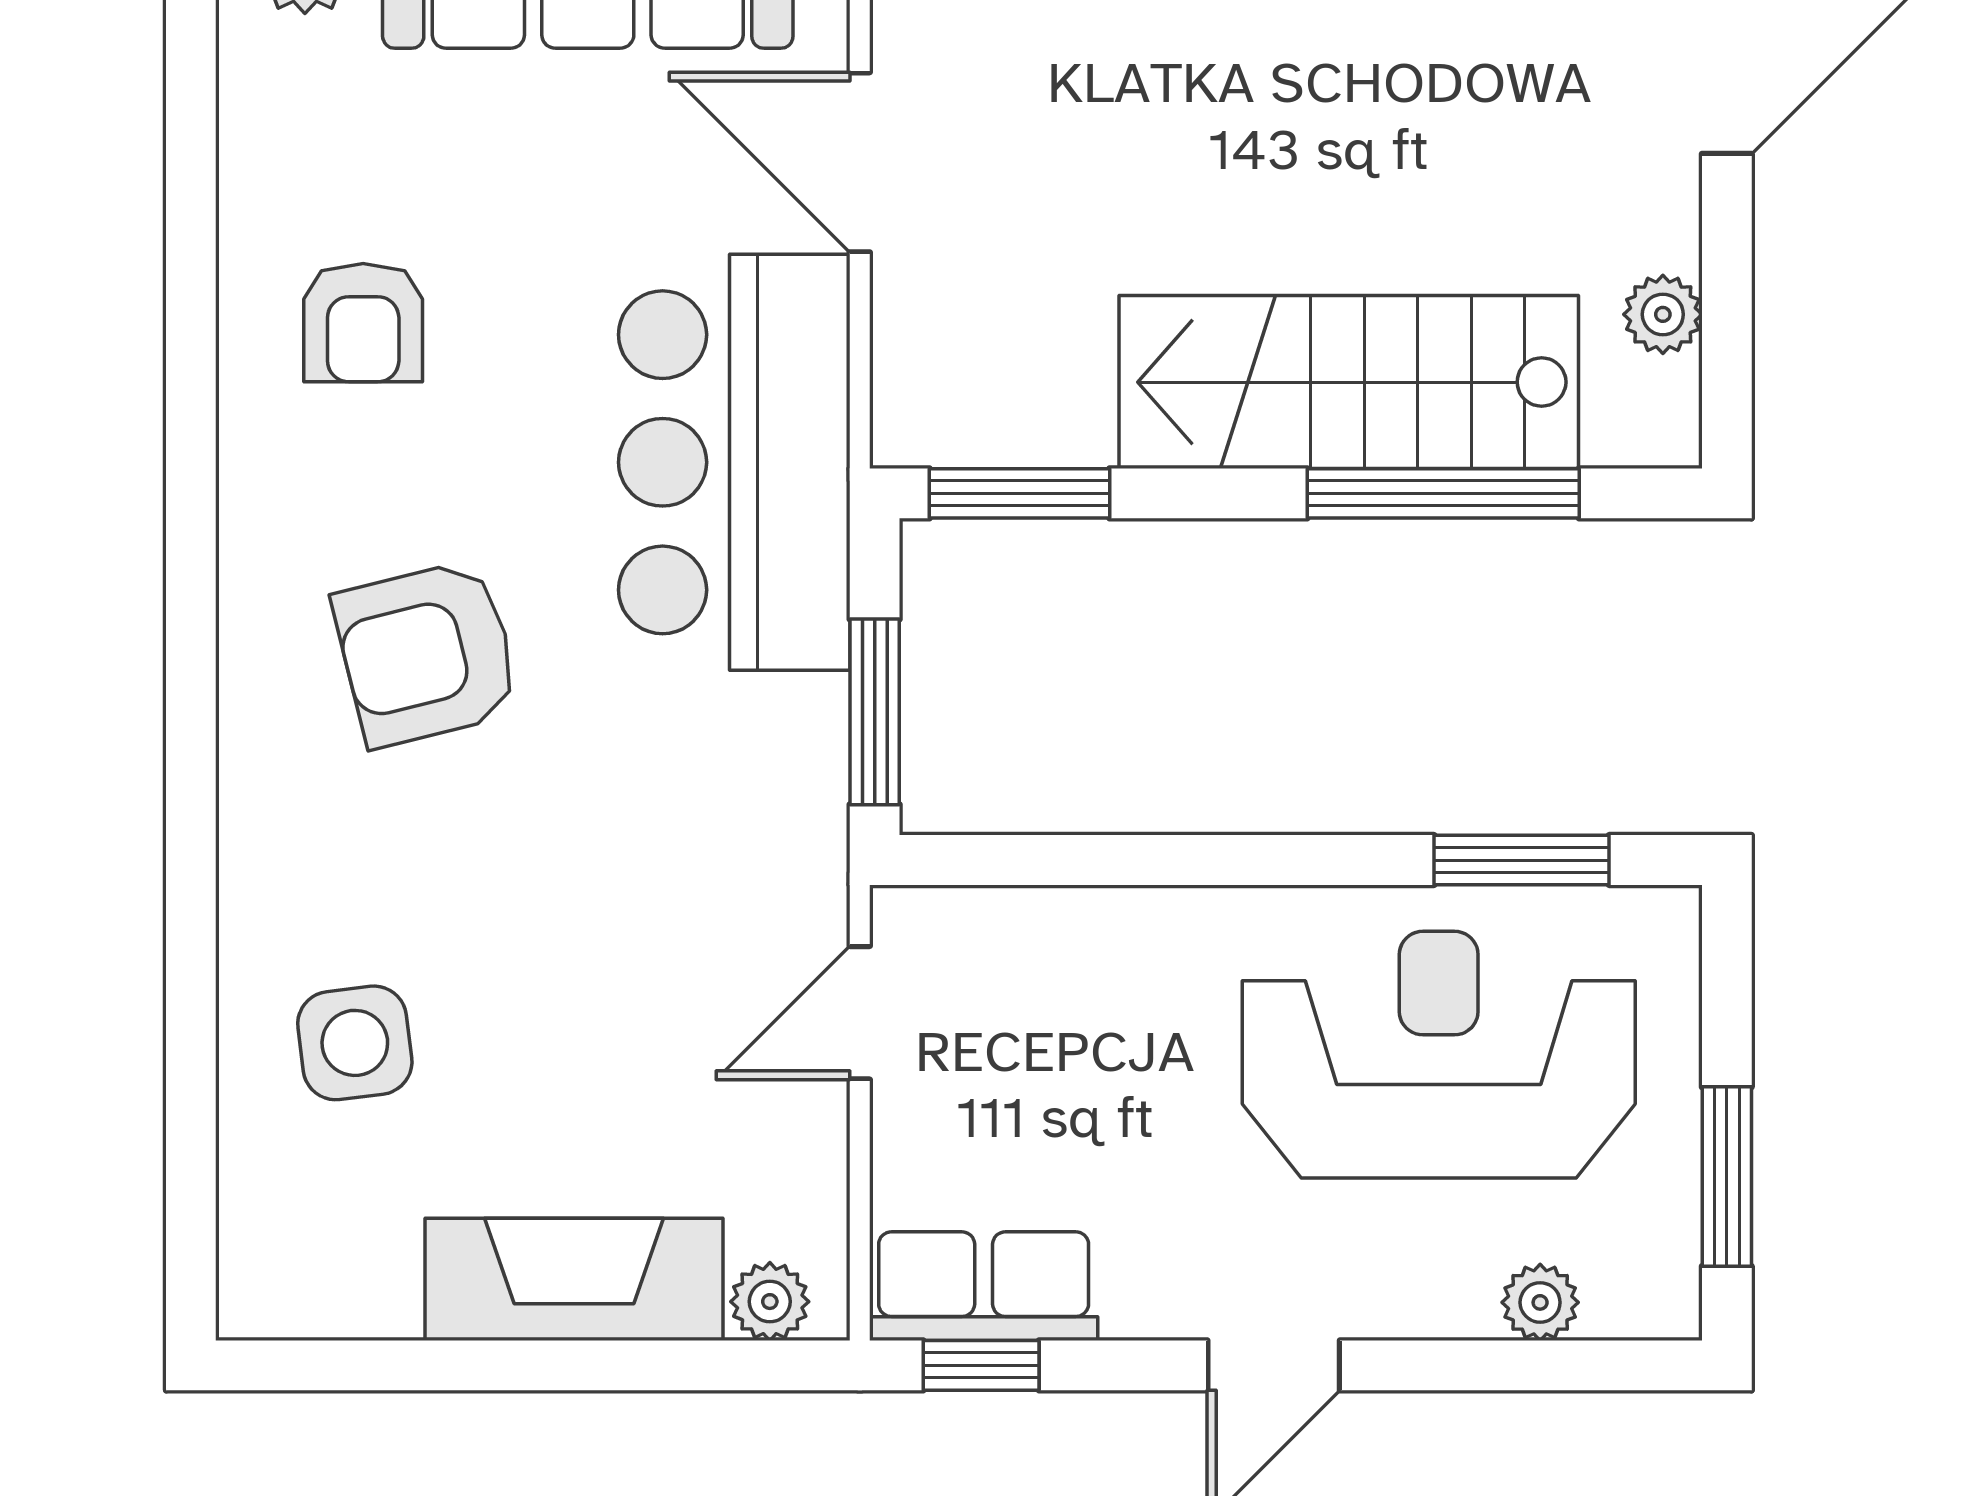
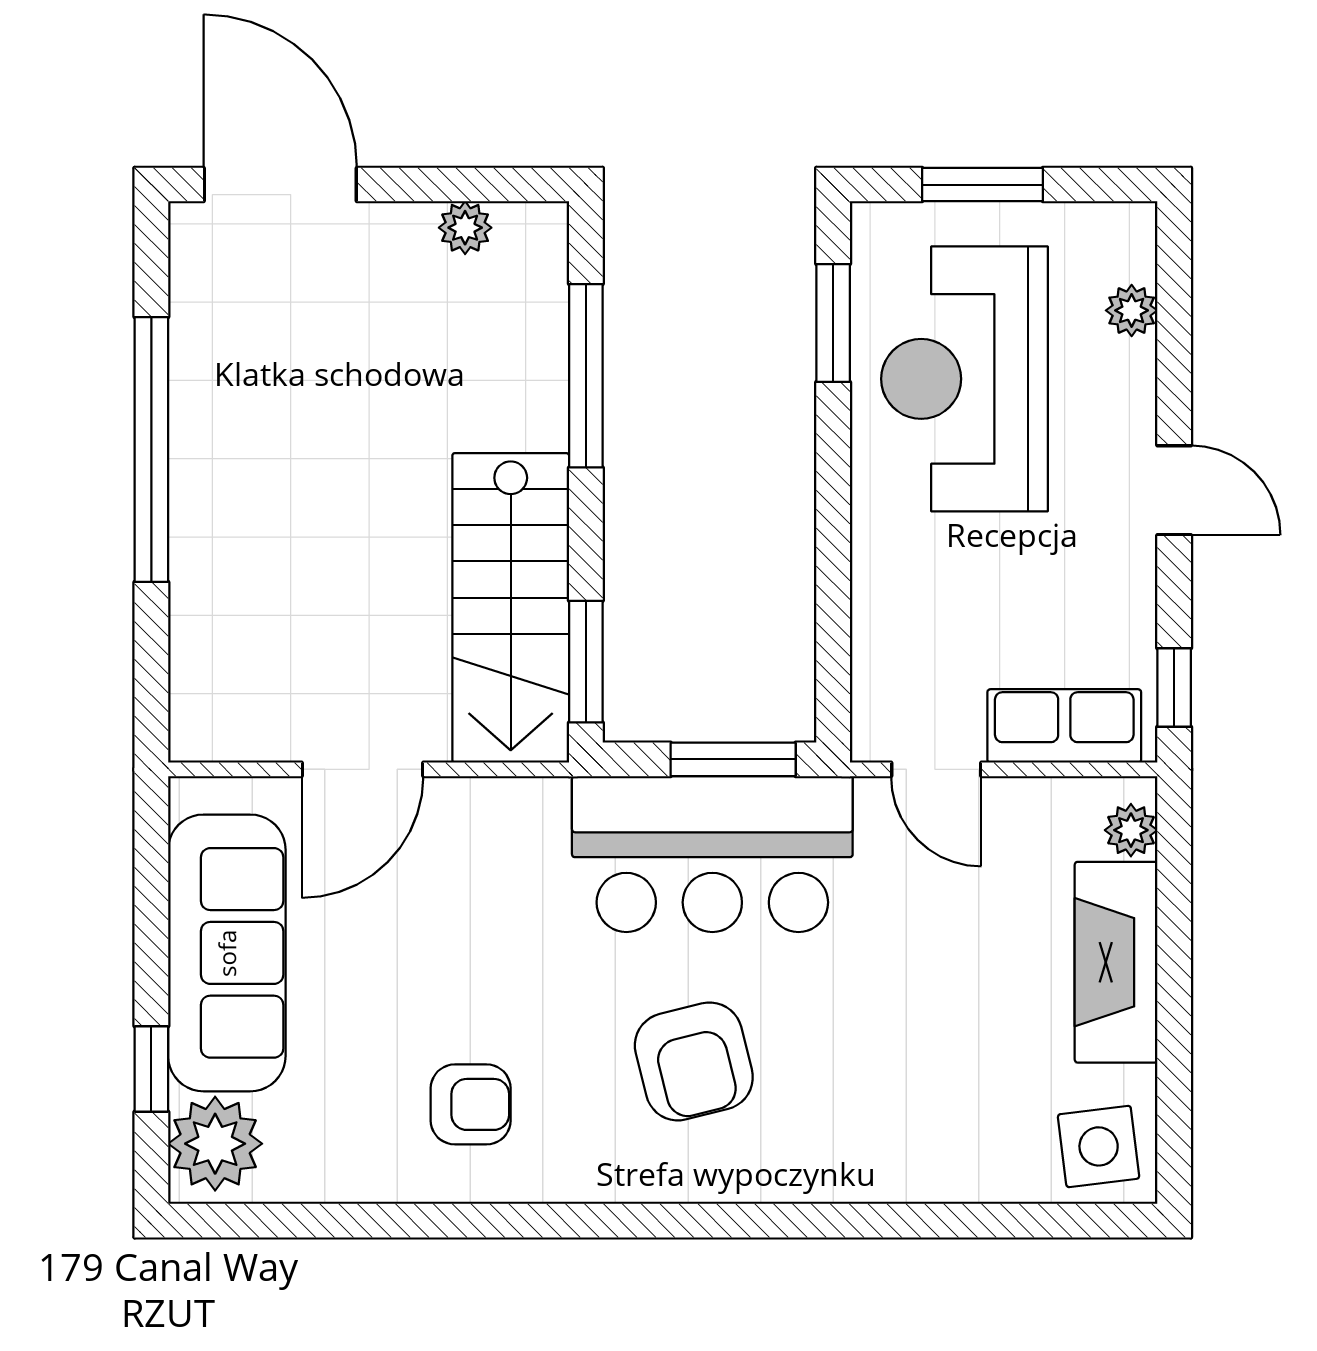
stairs: (1349, 382) -> (511, 608), moved
bar counter: (734, 462) -> (712, 854), moved
side table: (355, 1043) -> (1099, 1146), moved
window: (1727, 1177) -> (982, 185), moved
row of seats: (984, 1286) -> (1064, 726), moved, turned 90

